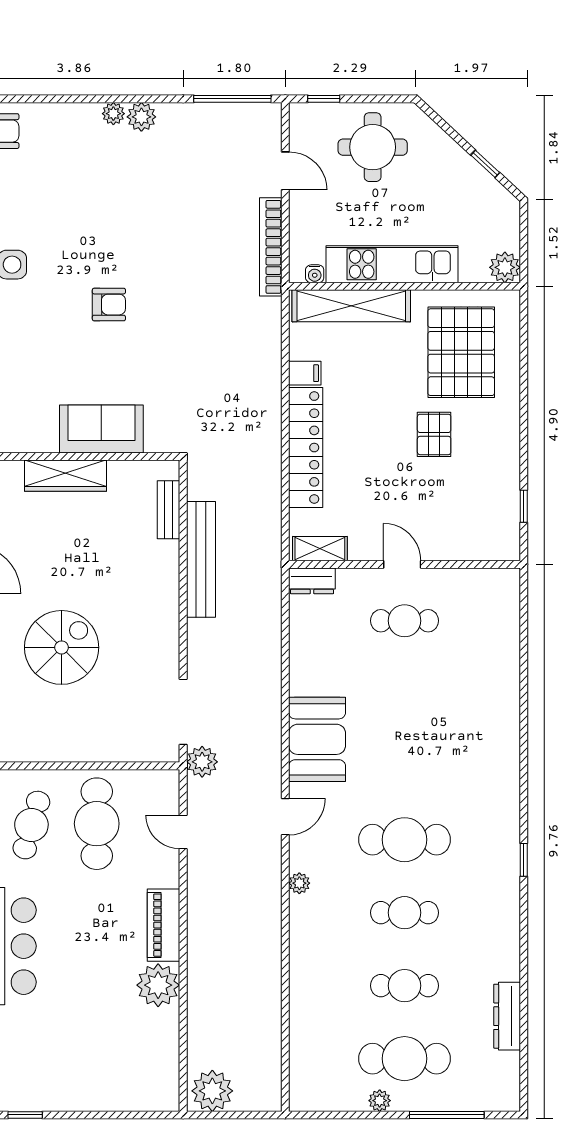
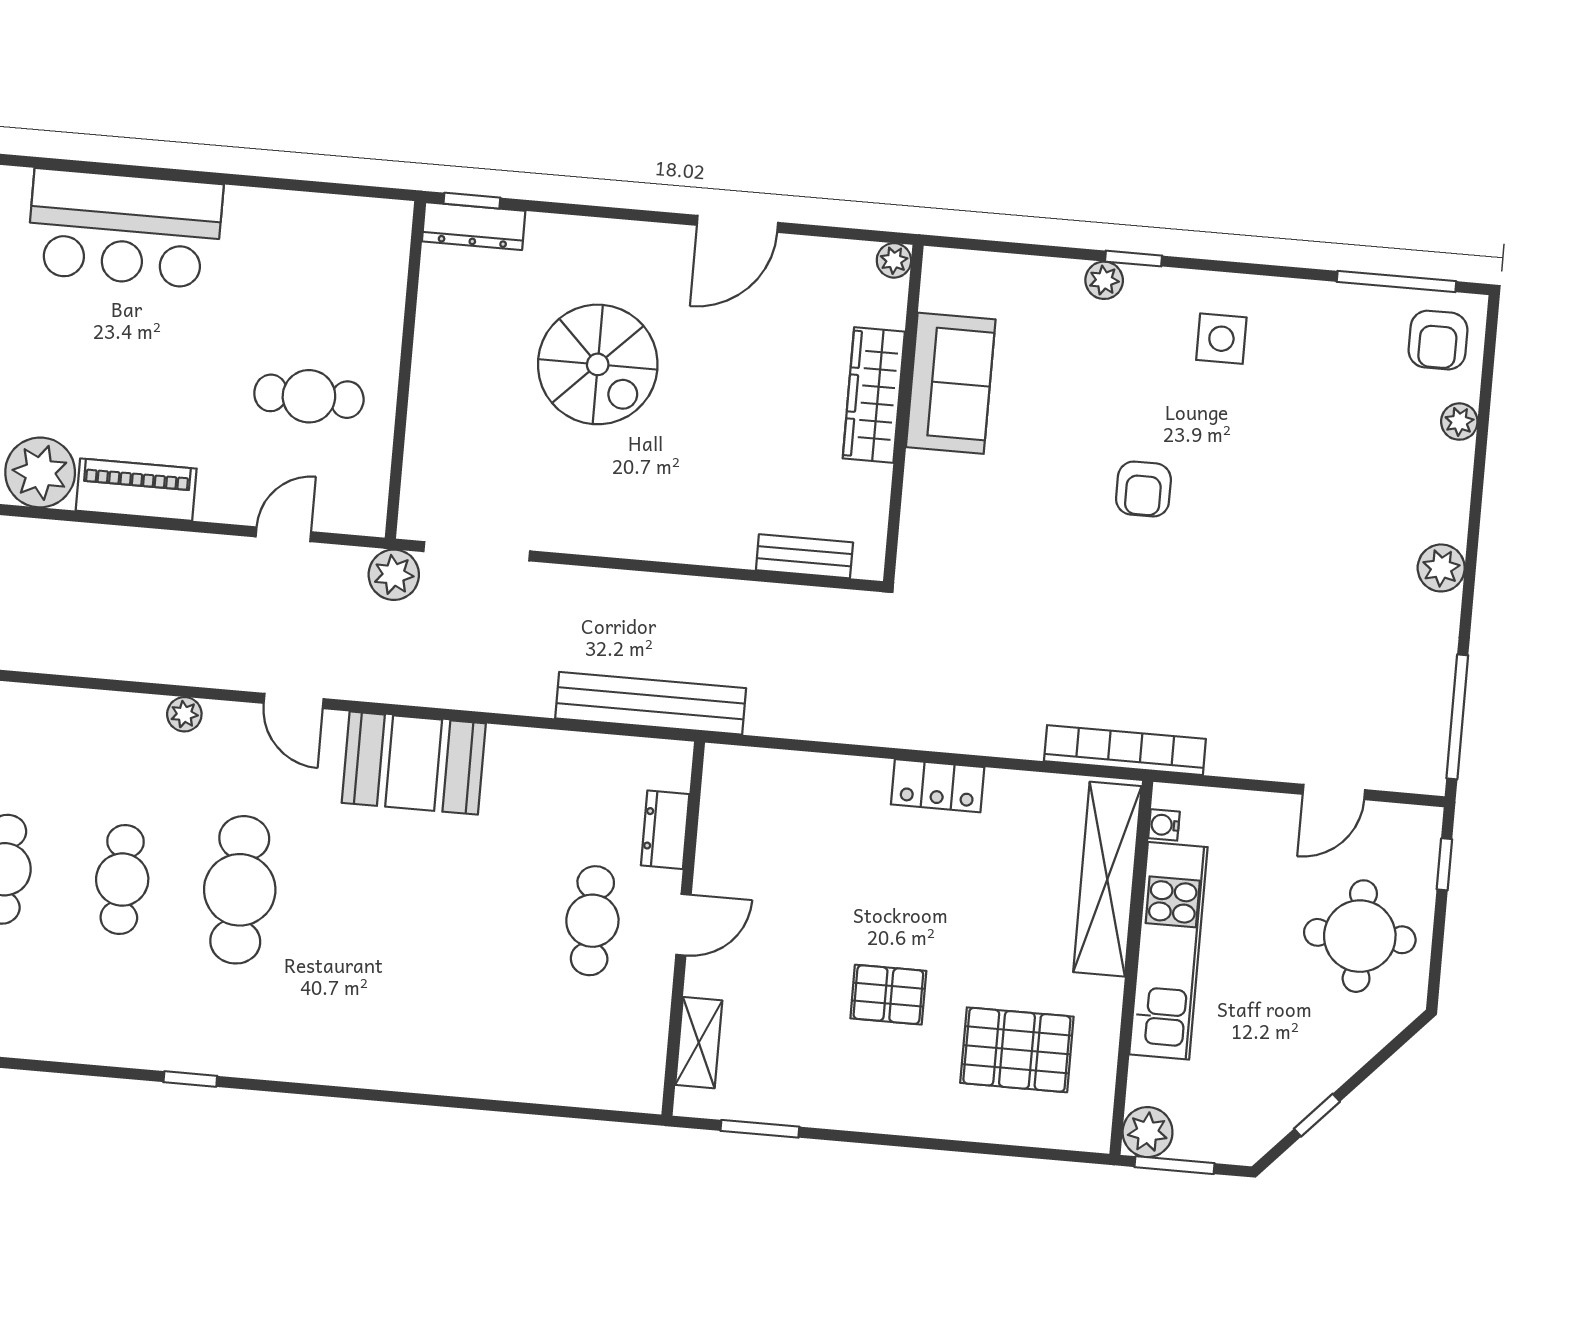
plant: (113, 114) -> (1459, 422), moved
bookcase: (271, 247) -> (1125, 750), moved
window: (524, 249) -> (1175, 1165), added
pallet: (461, 352) -> (1017, 1050), width x0.73, depth x0.71
filing cabinet: (305, 373) -> (1005, 795), removed
sofa: (101, 429) -> (951, 383), moved
locker: (306, 448) -> (938, 786), width x0.46, depth x0.83
window: (524, 506) -> (760, 1129), width x1.50
shelving: (320, 549) -> (699, 1043), moved
bench: (201, 559) -> (651, 703), moved
dresser: (312, 581) -> (665, 830), moved
cafe table: (97, 824) -> (309, 396), width x0.73, depth x0.74
cafe table: (31, 825) -> (316, 291), removed

